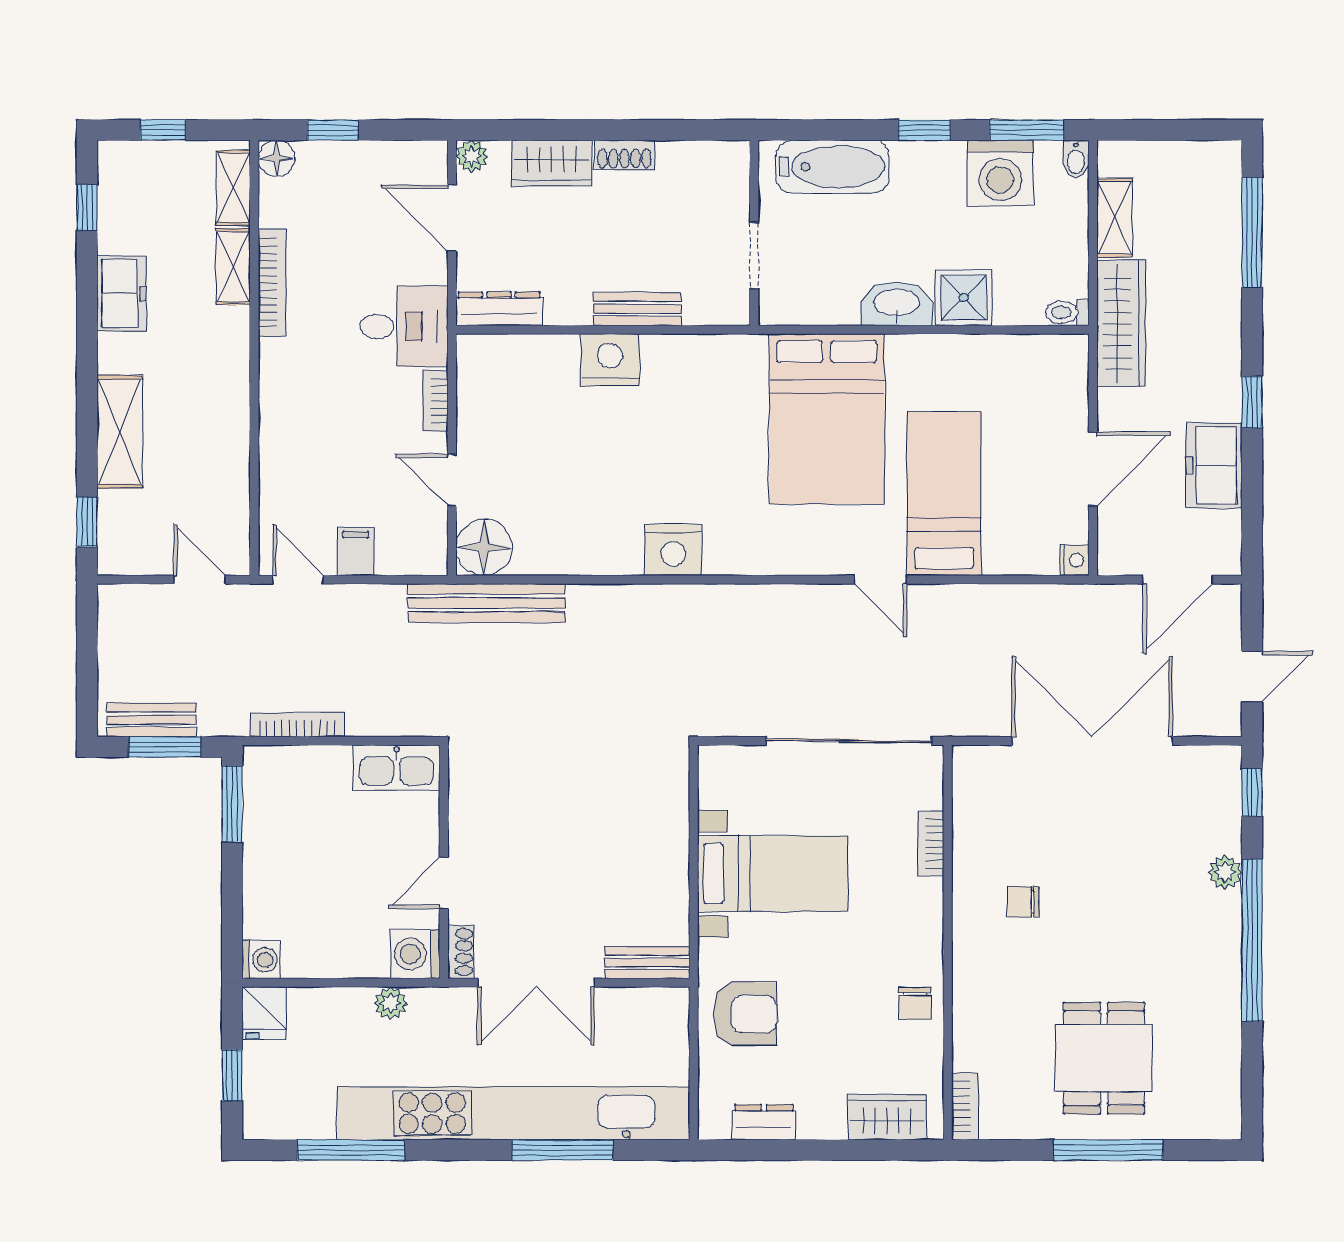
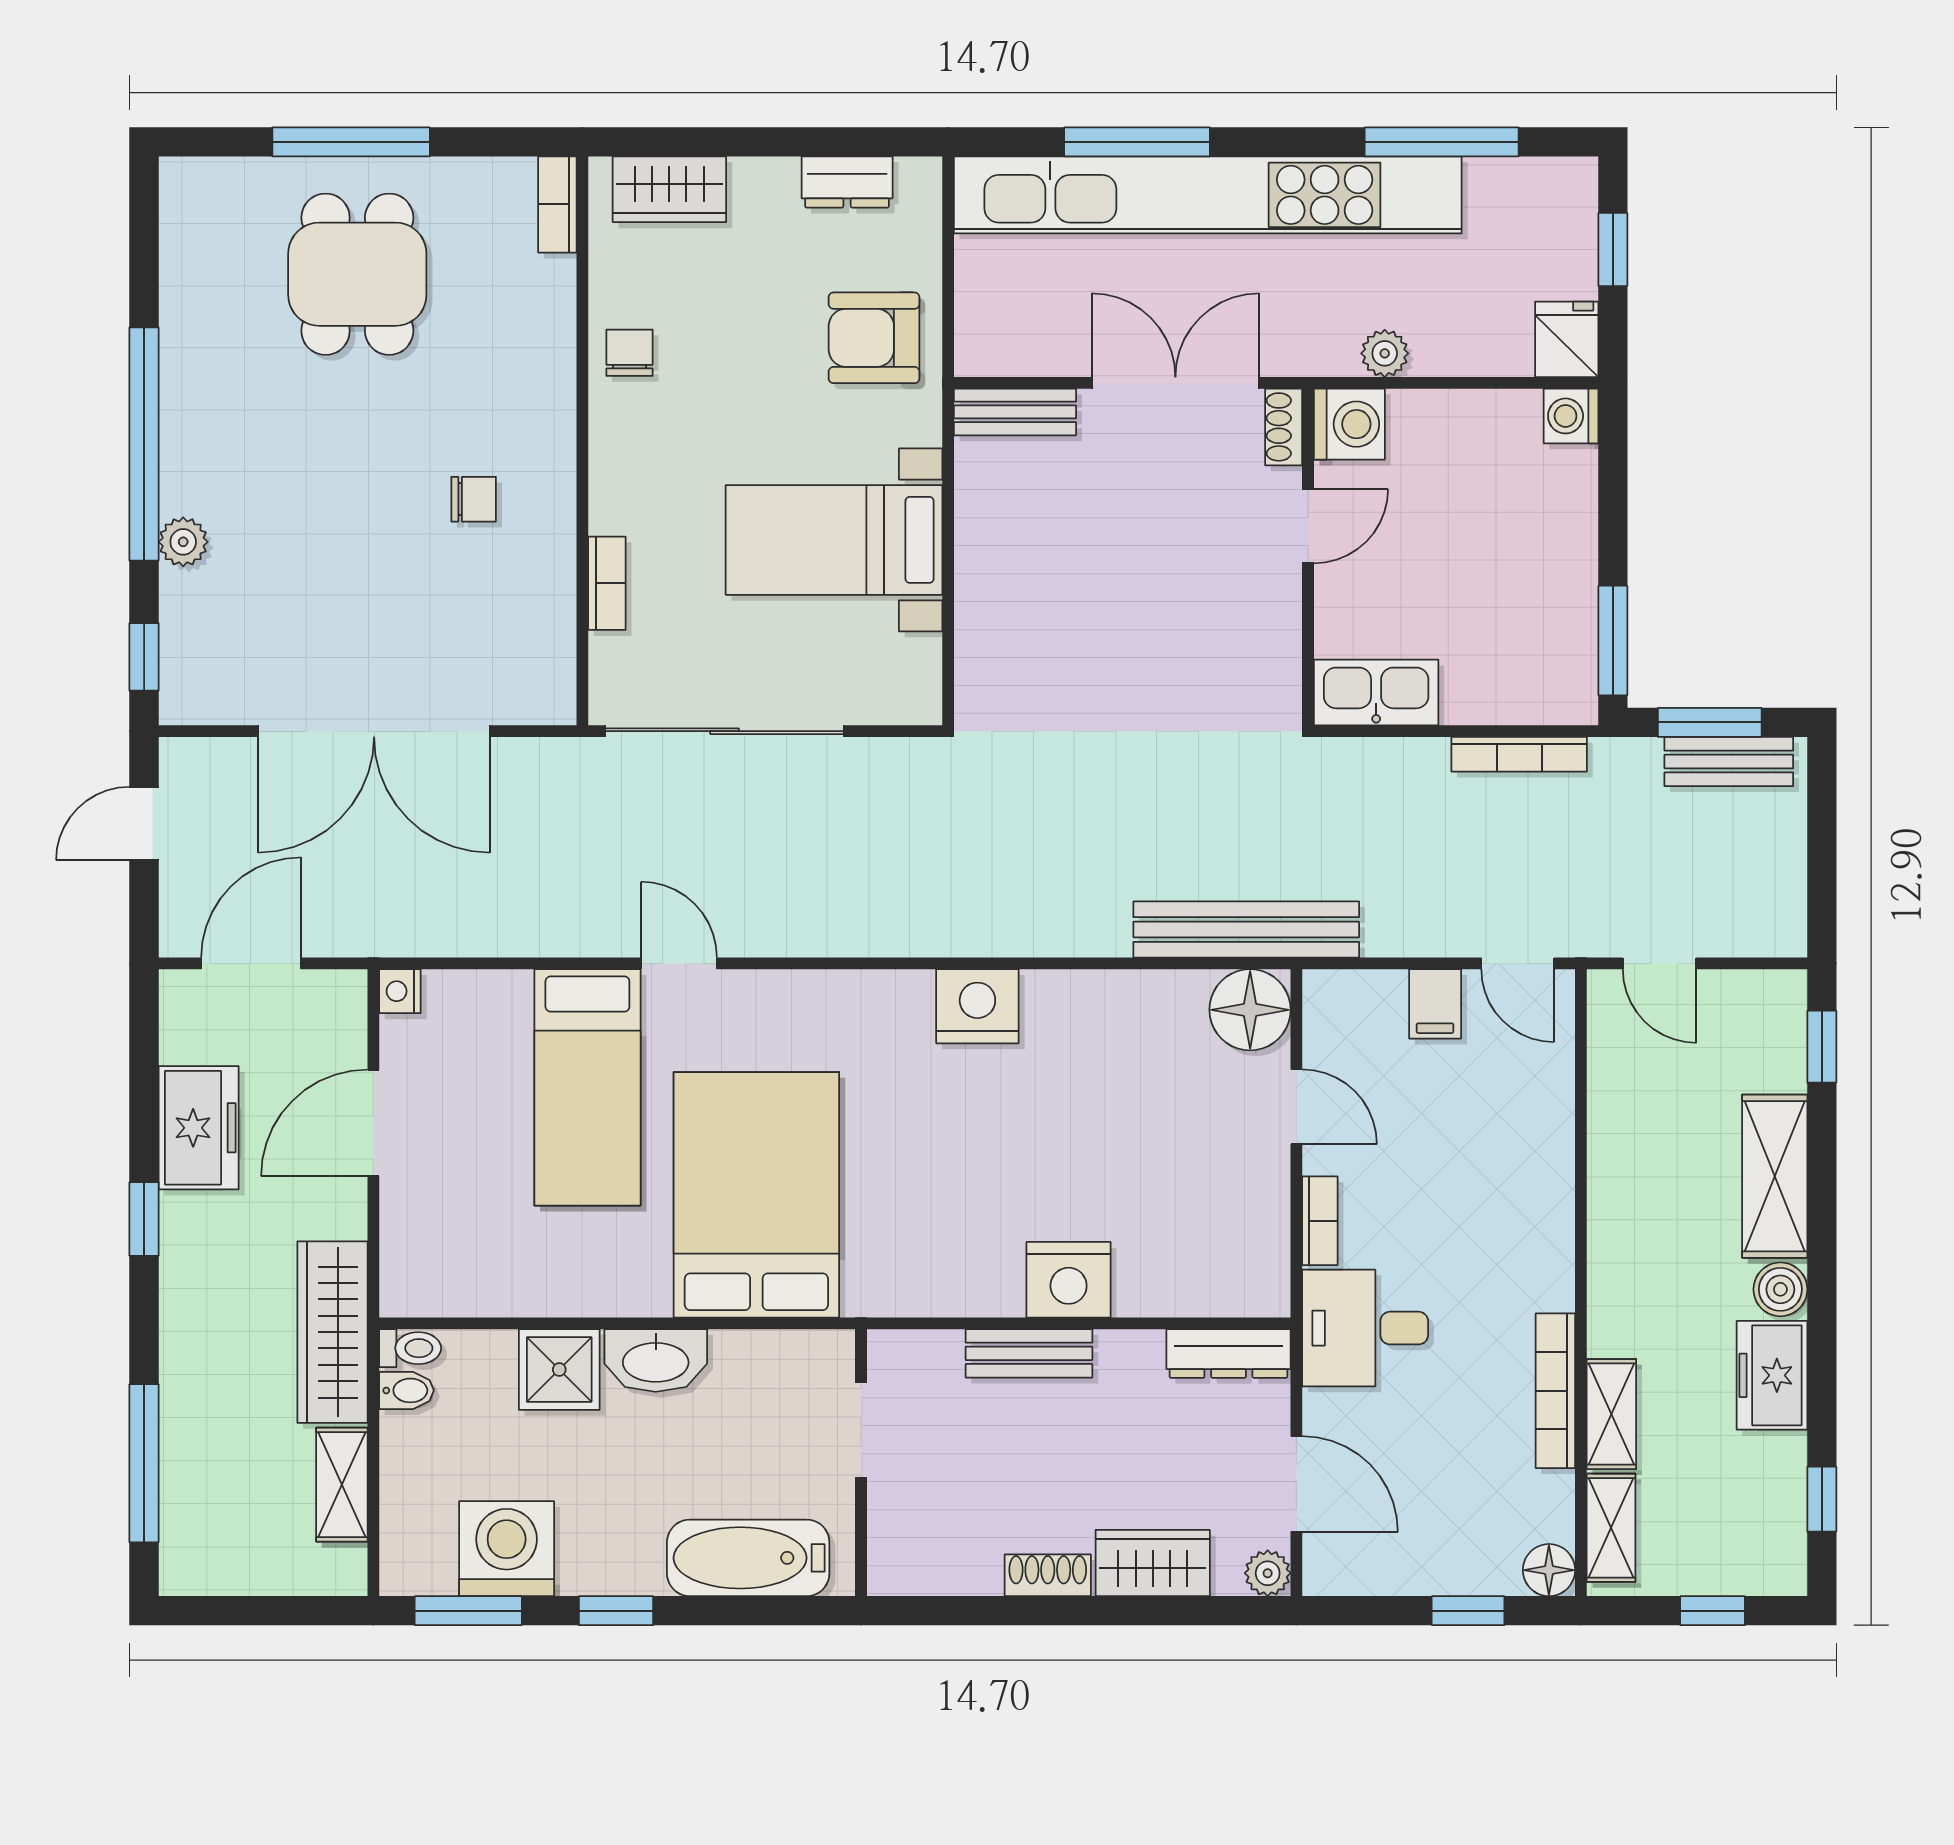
bidet: (1076, 159) -> (407, 1390), moved, turned 90
boiler: (116, 353) -> (1780, 1289), added

